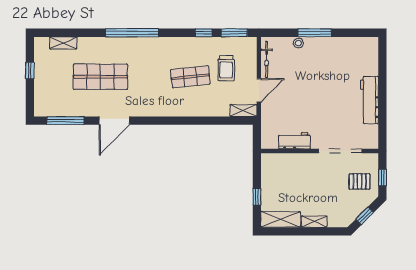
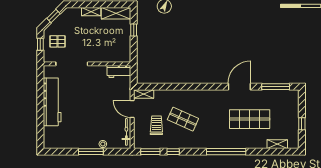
shop shelf: (190, 77) -> (183, 119), turned 30
door: (259, 90) -> (132, 109), hinge flipped
workbench: (369, 100) -> (52, 102), width x1.36, depth x1.32
workbench: (294, 141) -> (119, 72), moved

